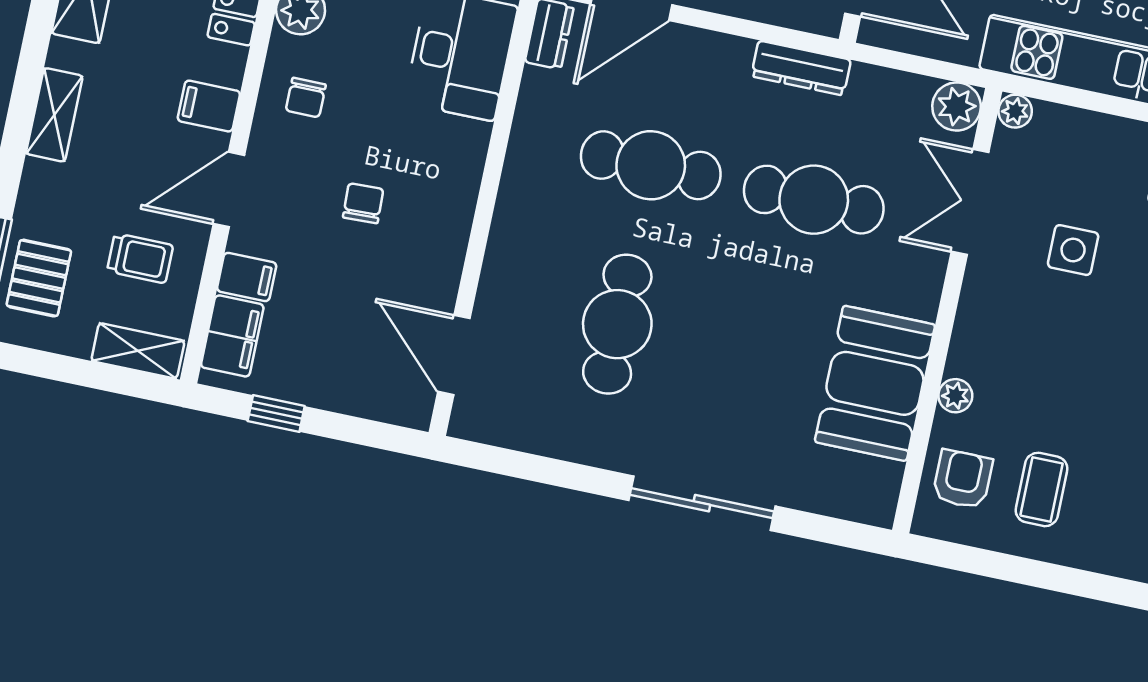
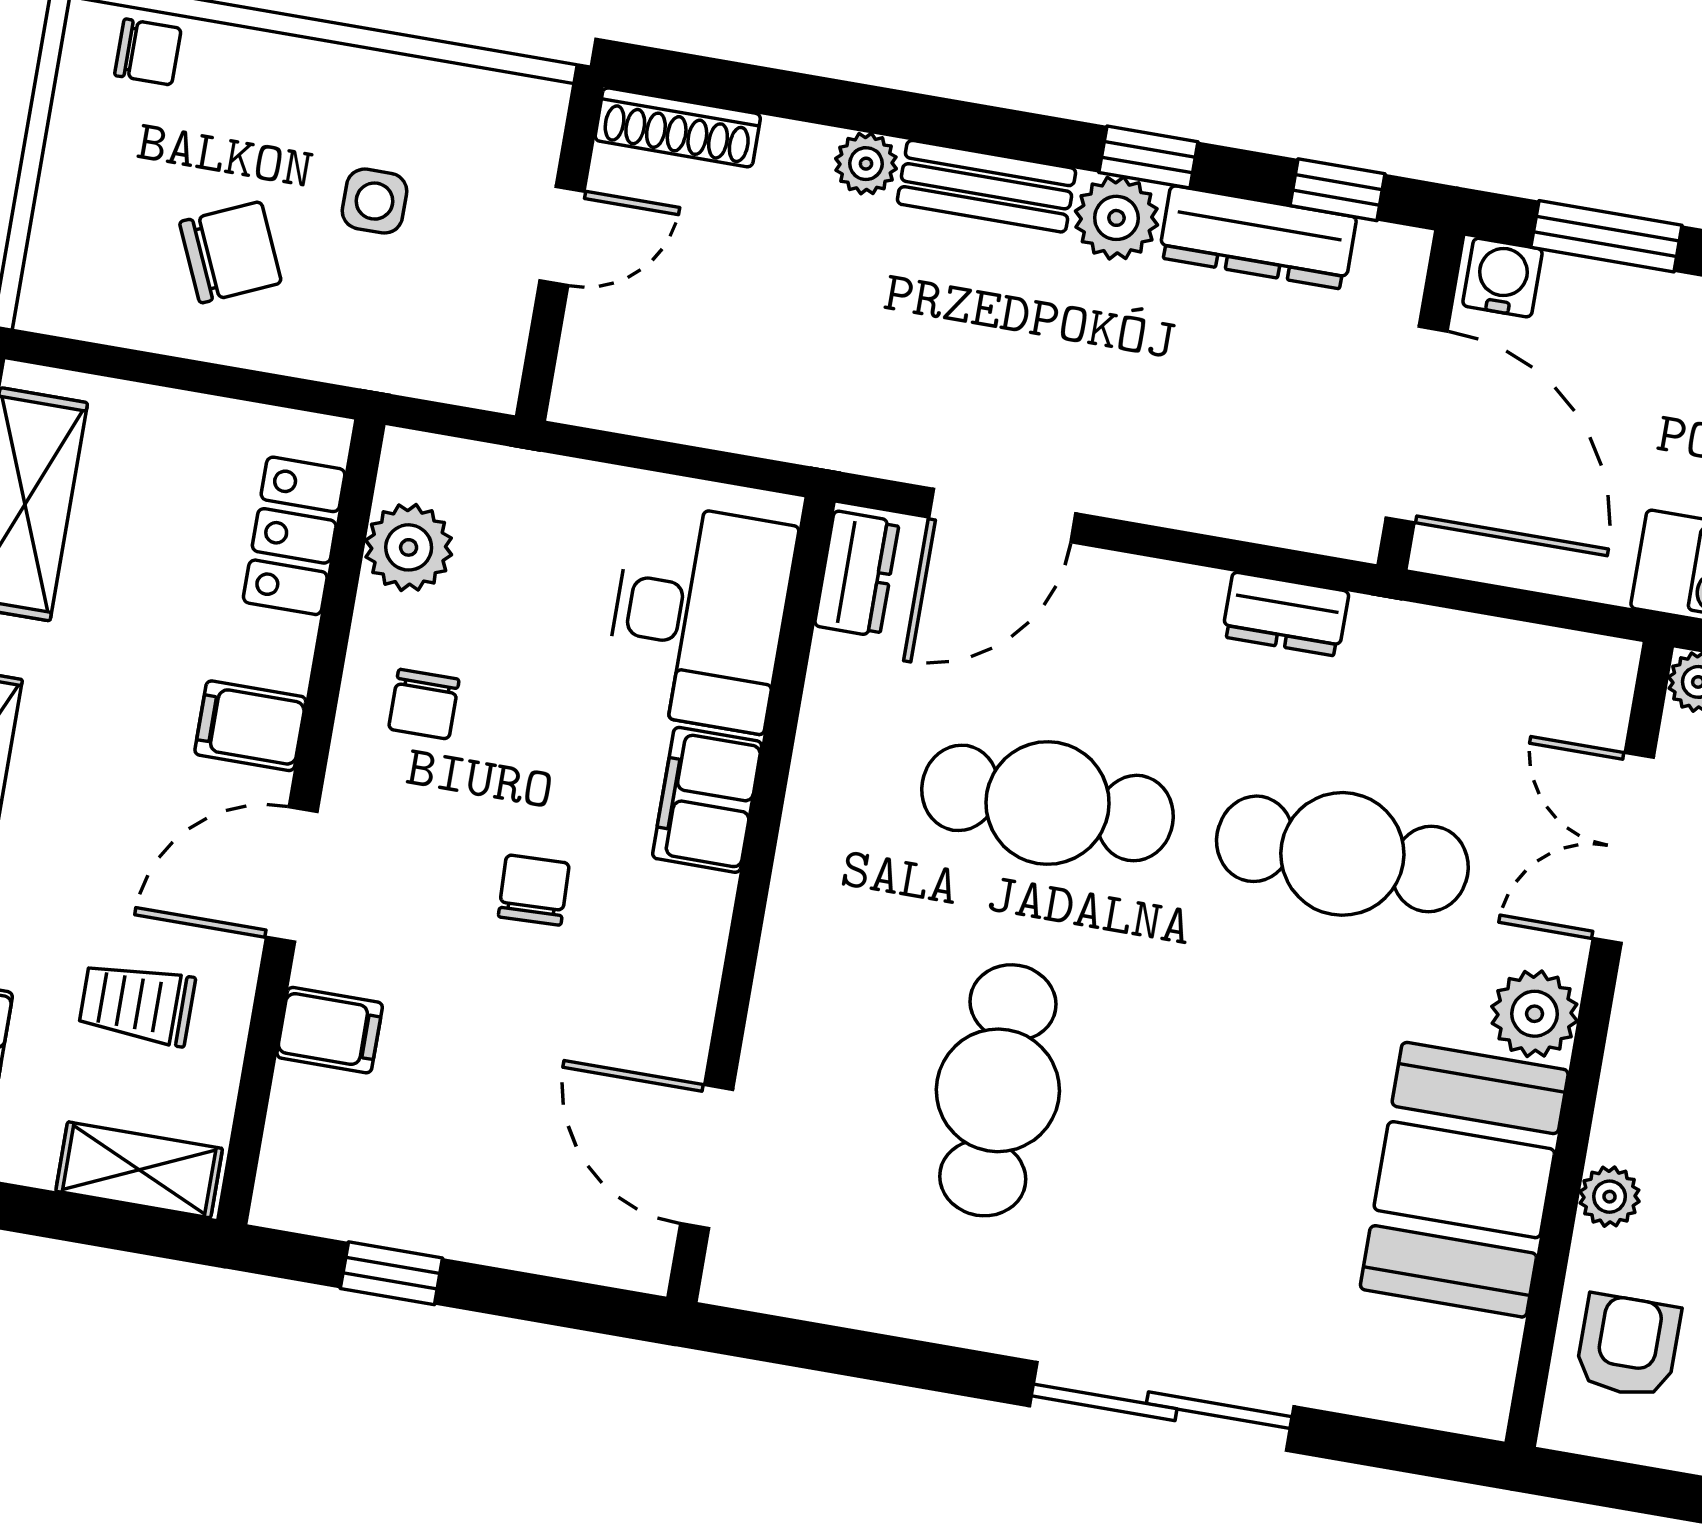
dresser: (801, 68) -> (1286, 614), width x0.70
plant: (957, 107) -> (1535, 1014), moved
trolley: (140, 258) -> (137, 1004), turned 180
filing cabinet: (232, 336) -> (707, 800), moved, turned 180

